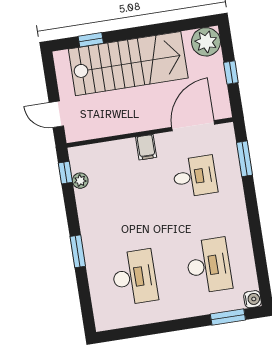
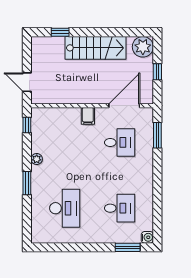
stairs: (128, 64) -> (95, 48), width x0.73, depth x0.66
plant: (80, 181) -> (37, 159), moved
desk: (209, 266) -> (120, 208), width x0.73

